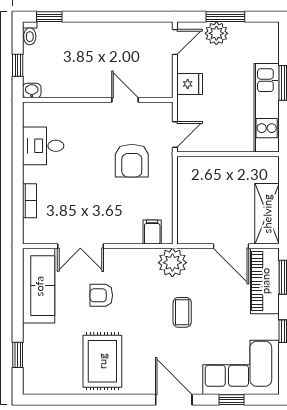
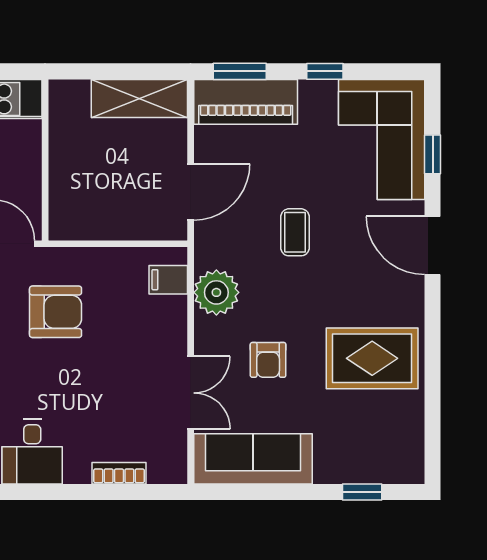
door: (231, 246) -> (191, 192), moved
plant: (172, 263) -> (216, 292), moved
coffee table: (182, 312) -> (295, 232), turned 90
door: (174, 400) -> (433, 246), hinge flipped

